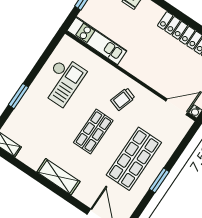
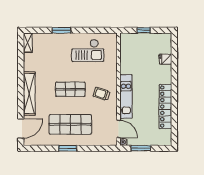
kitchen unit: (97, 41) -> (126, 96), moved
shelving: (58, 177) -> (29, 94), width x1.47

